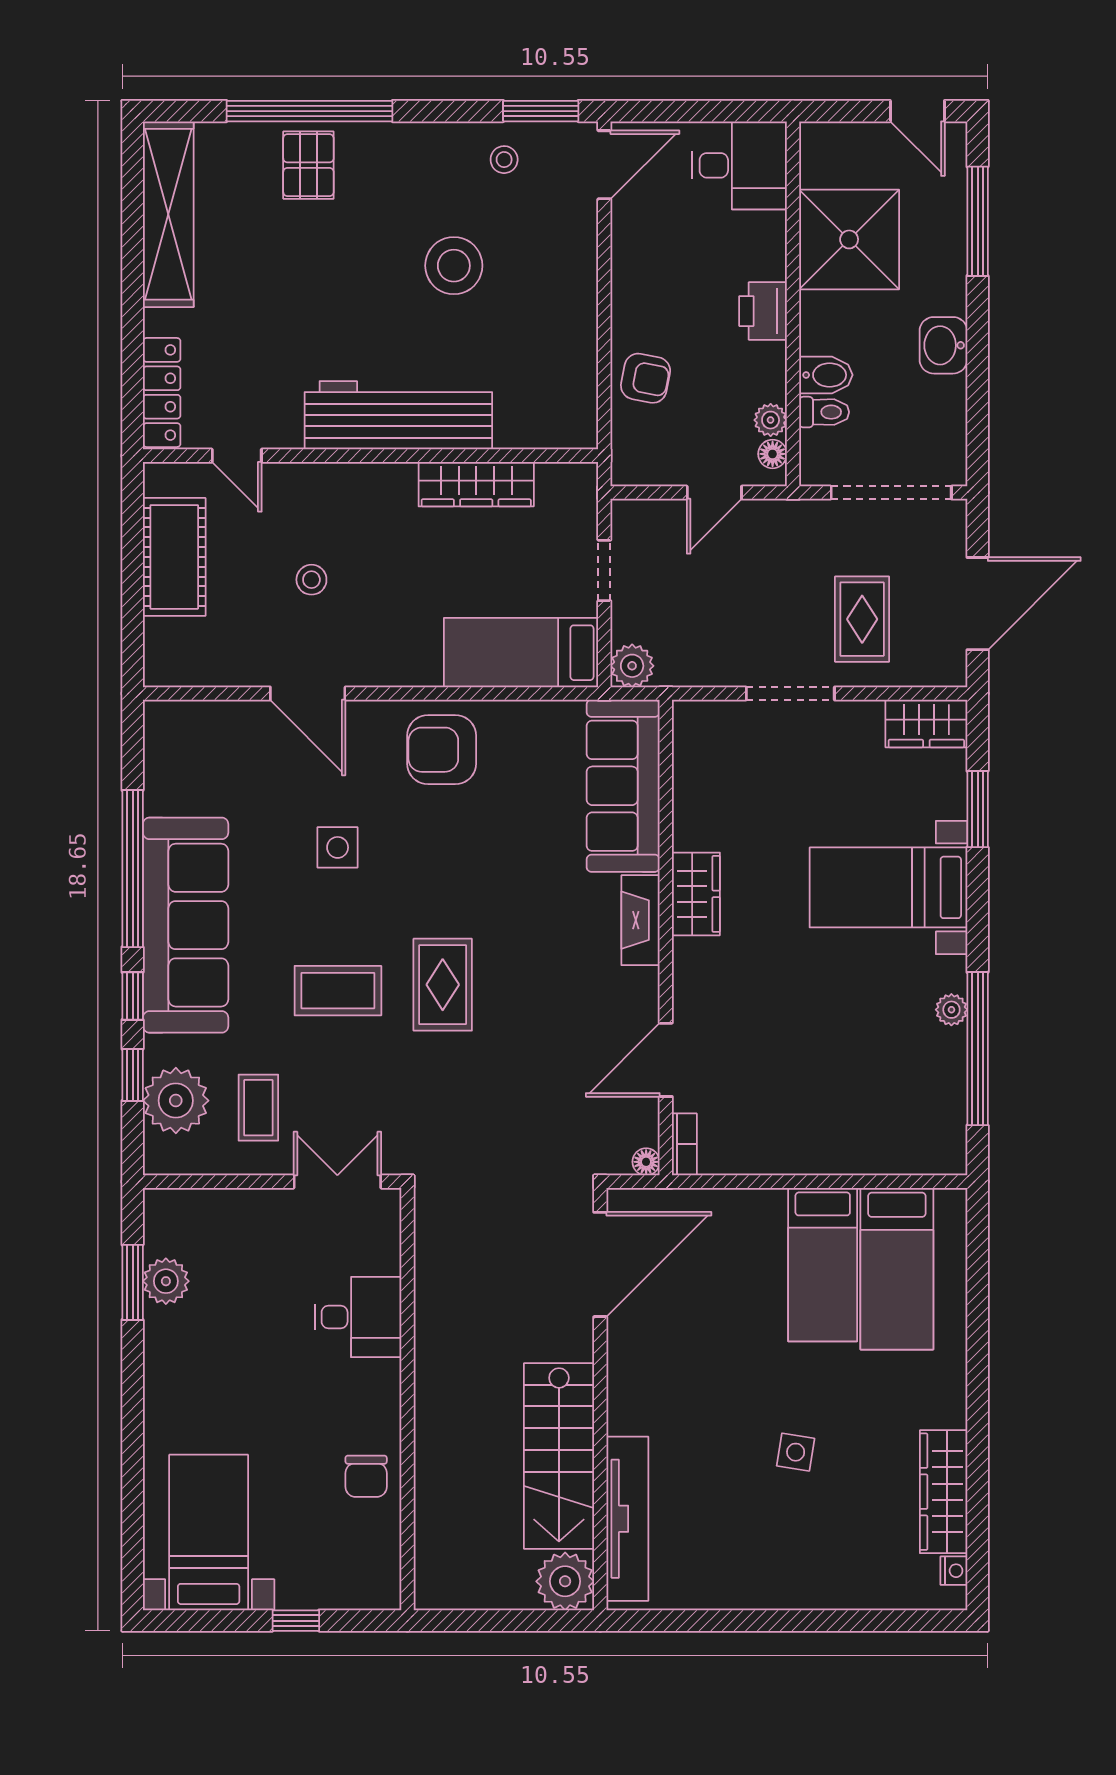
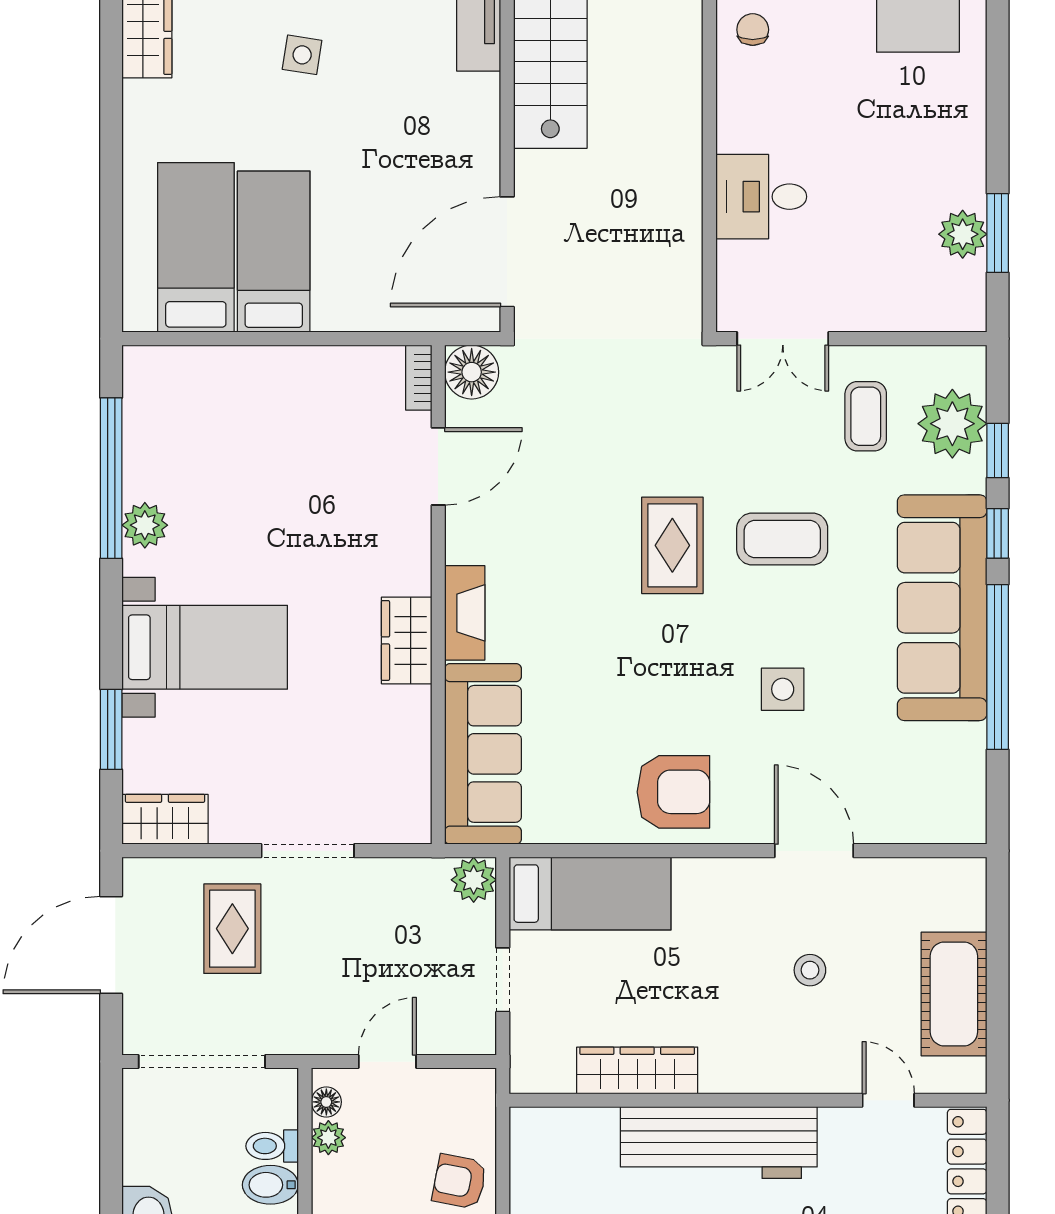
plant: (951, 1010) -> (145, 525), width x1.38, depth x1.38
floor lamp: (646, 1162) -> (472, 372), width x1.89, depth x1.89
chair: (366, 1476) -> (753, 30), width x0.73, depth x0.73

